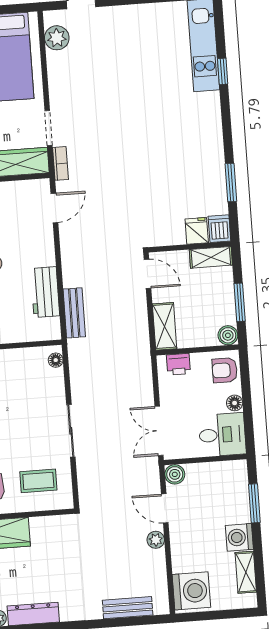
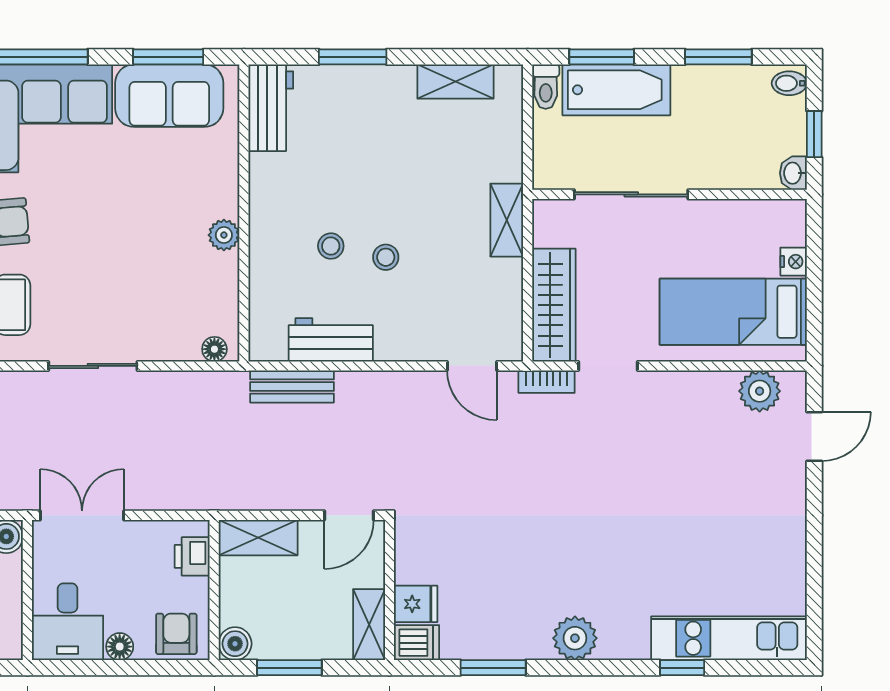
plant: (210, 136) -> (575, 638), added

